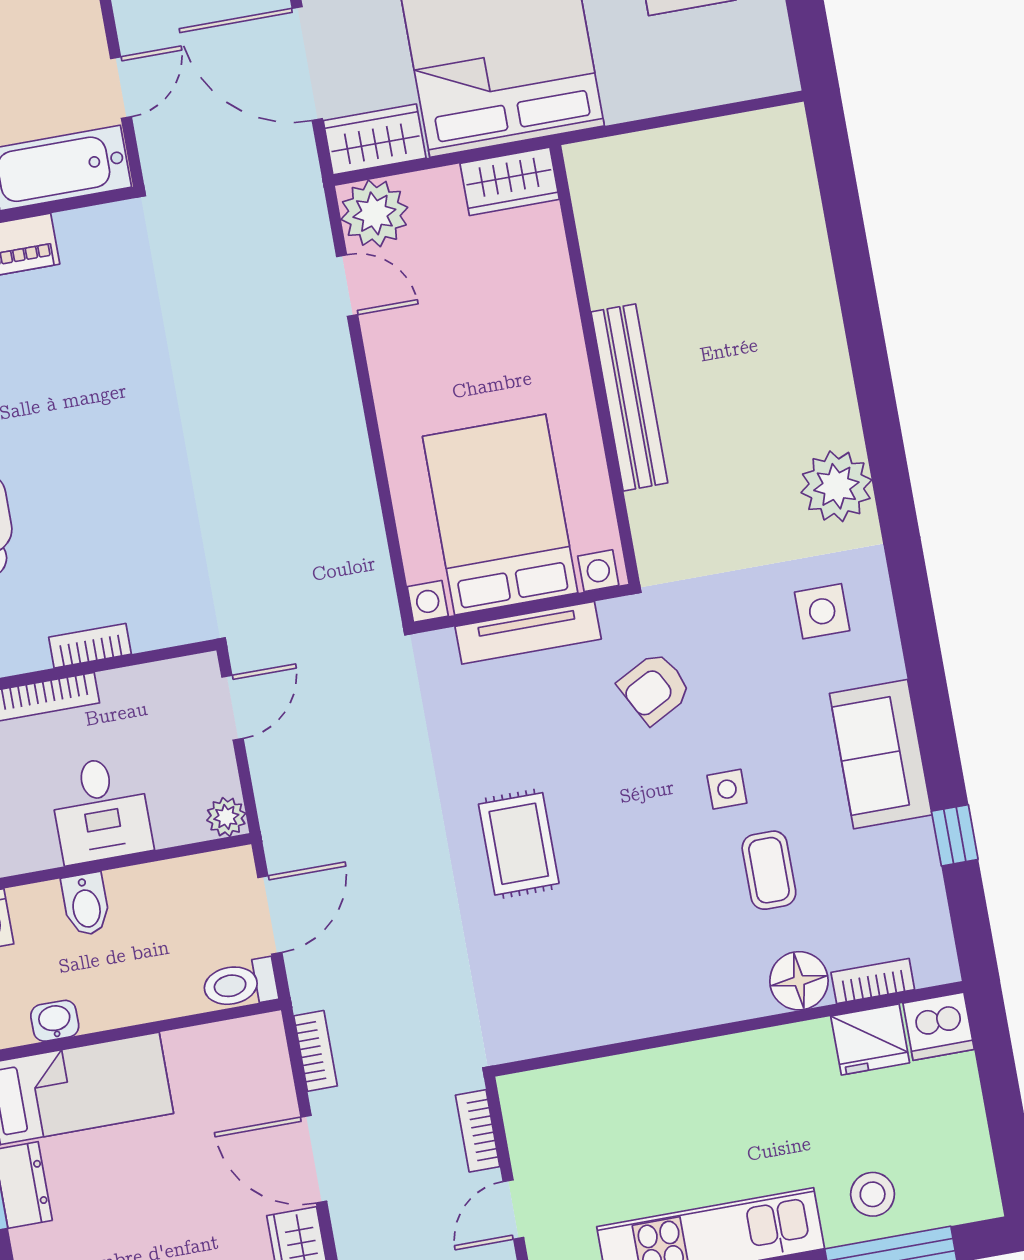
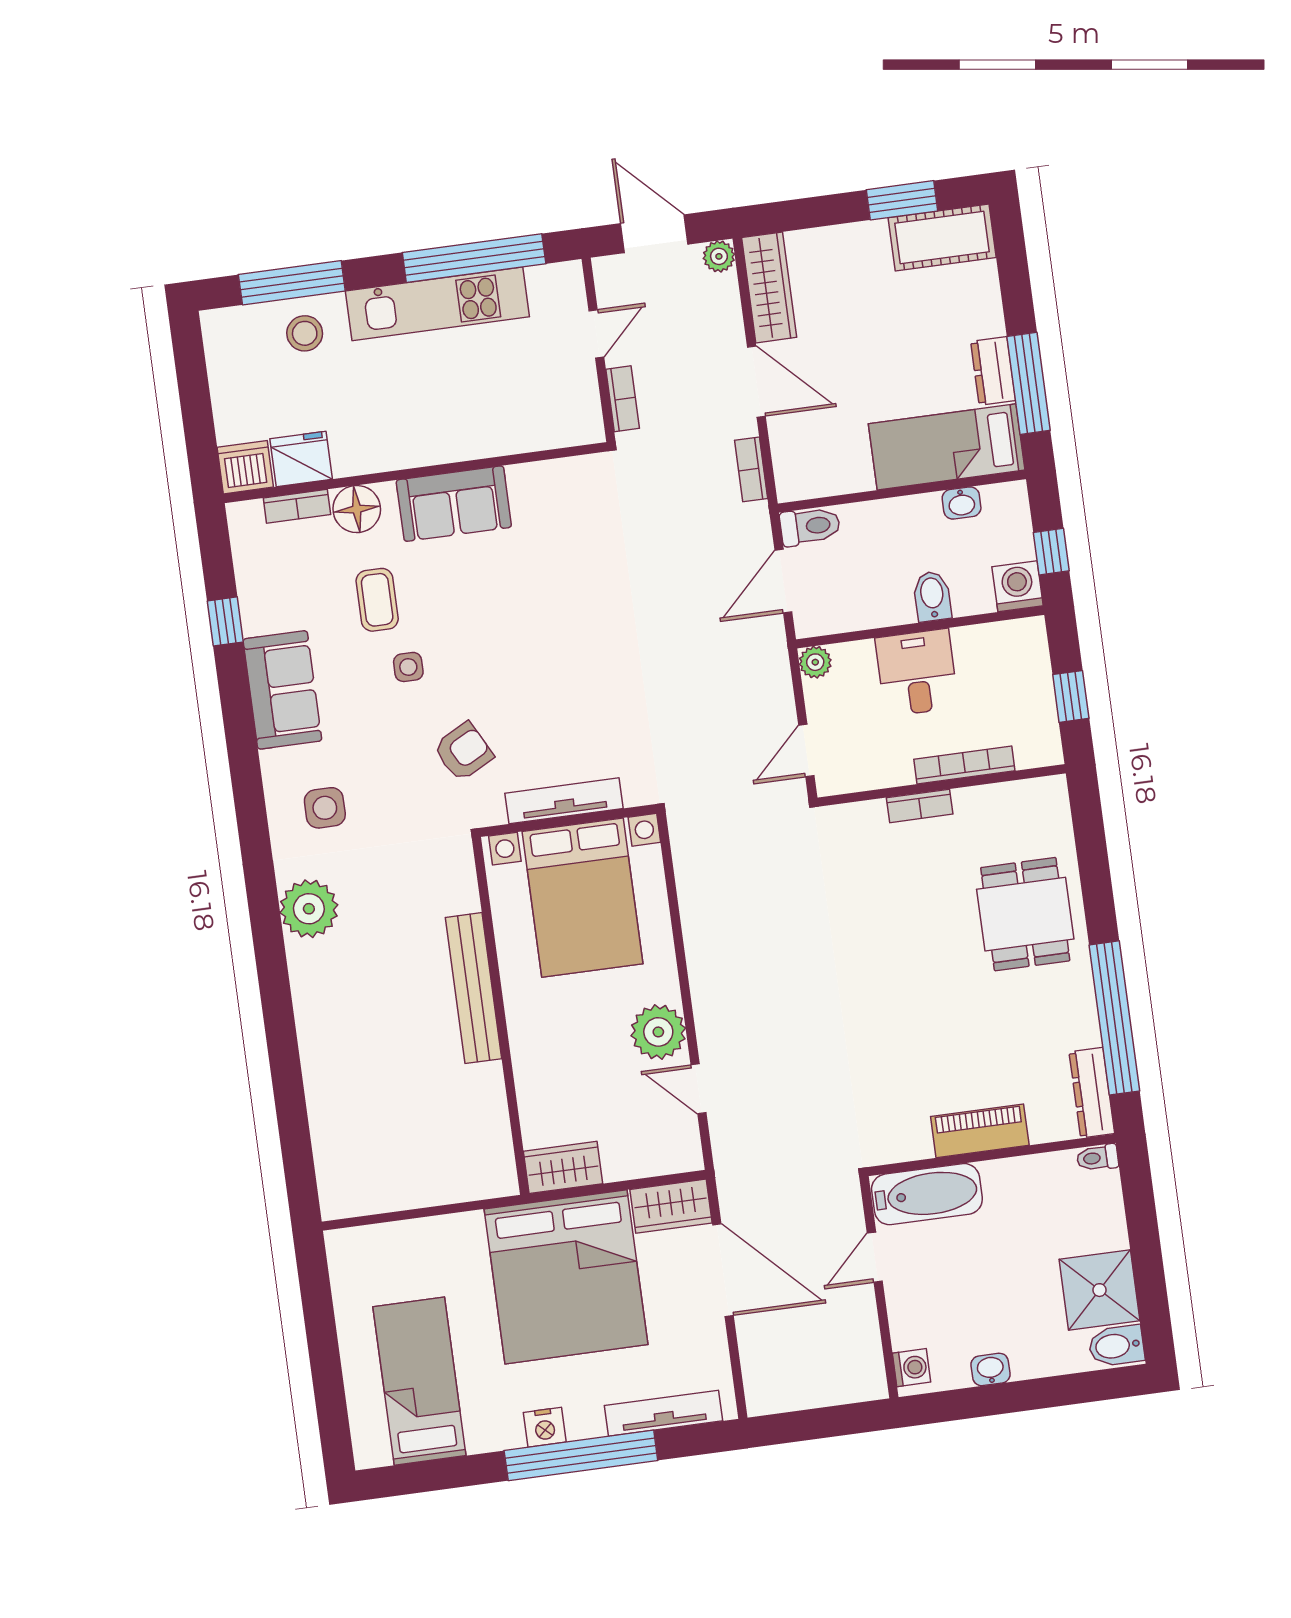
plant: (374, 213) -> (658, 1032), moved
rug: (519, 844) -> (579, 630), removed
sofa: (680, 993) -> (454, 504), added

